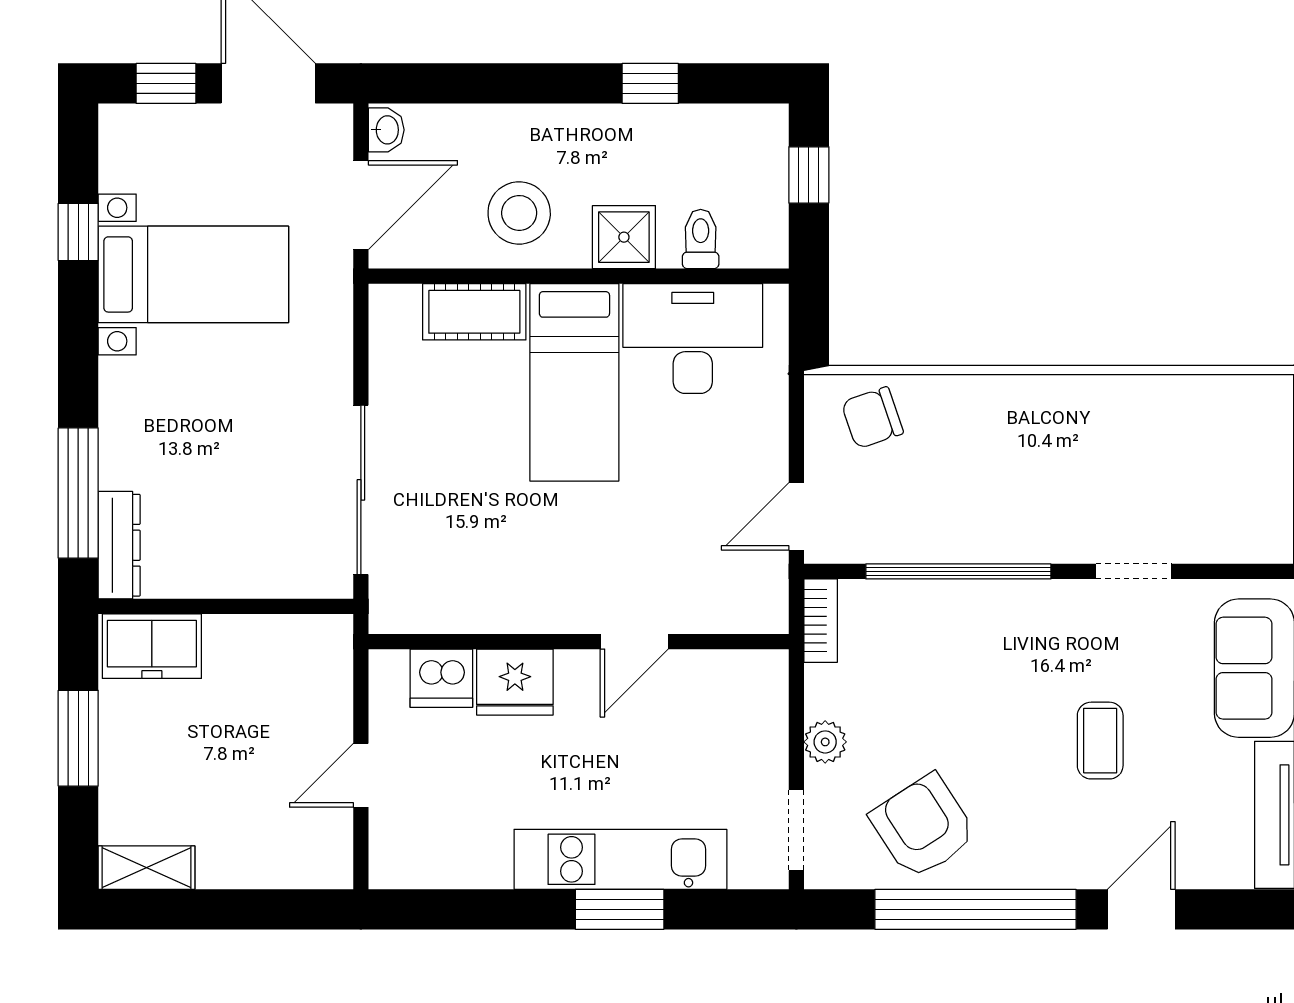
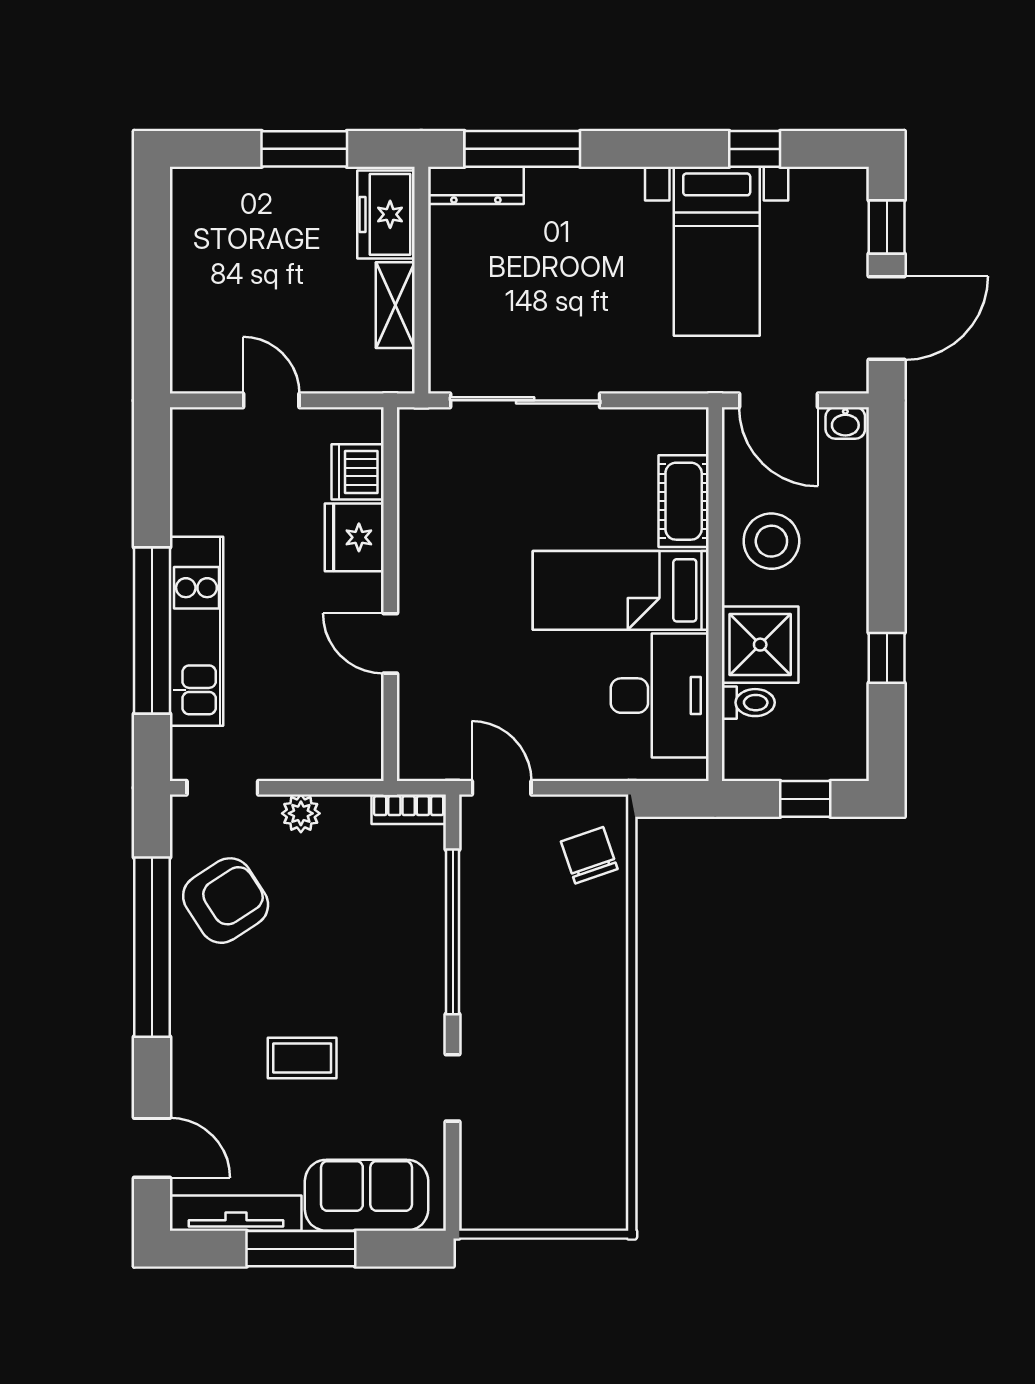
shower: (624, 237) -> (760, 645), width x1.36, depth x1.36
shelving: (146, 868) -> (395, 305), moved
window: (620, 909) -> (152, 630), width x2.11
door: (1141, 909) -> (152, 1148), moved

